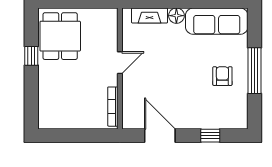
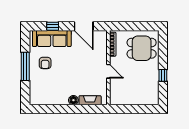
sofa: (217, 21) -> (52, 38), moved, turned 180
dining table: (60, 36) -> (142, 48), moved, turned 90
door: (120, 63) -> (108, 71), swing flipped

